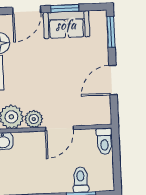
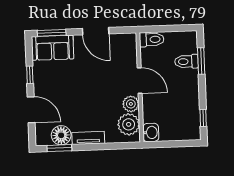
window: (65, 8) -> (30, 75), width x0.67
sofa: (66, 25) -> (53, 48), moved, turned 90

